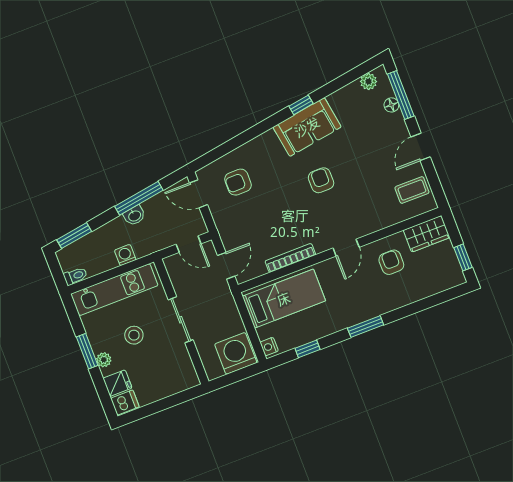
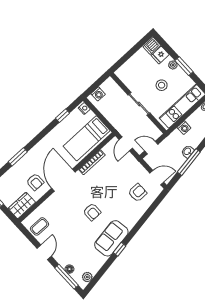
door: (346, 248) -> (63, 180), width x1.87
window: (366, 327) -> (18, 157), moved
washing machine: (236, 353) -> (98, 94), width x0.53, depth x0.53

